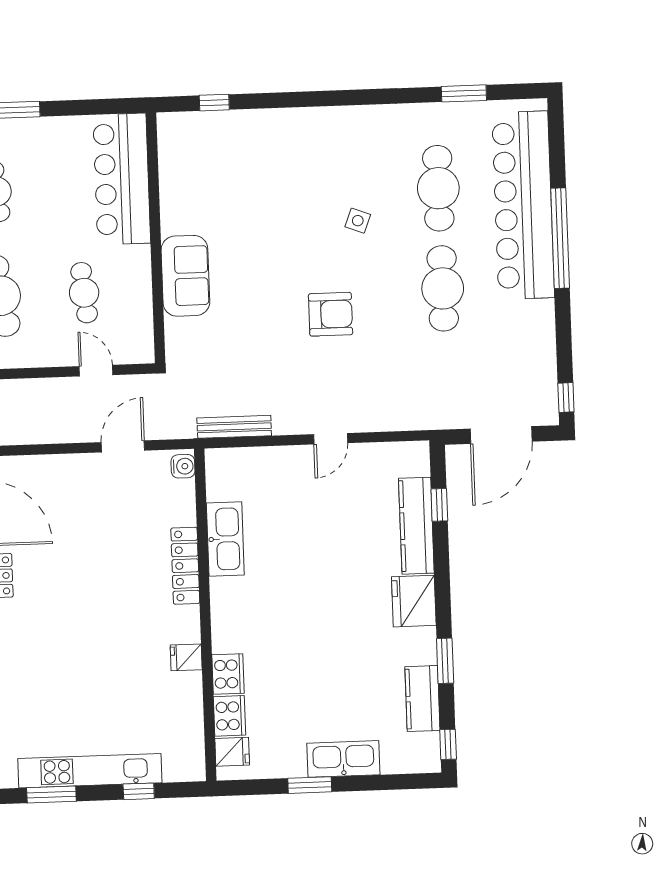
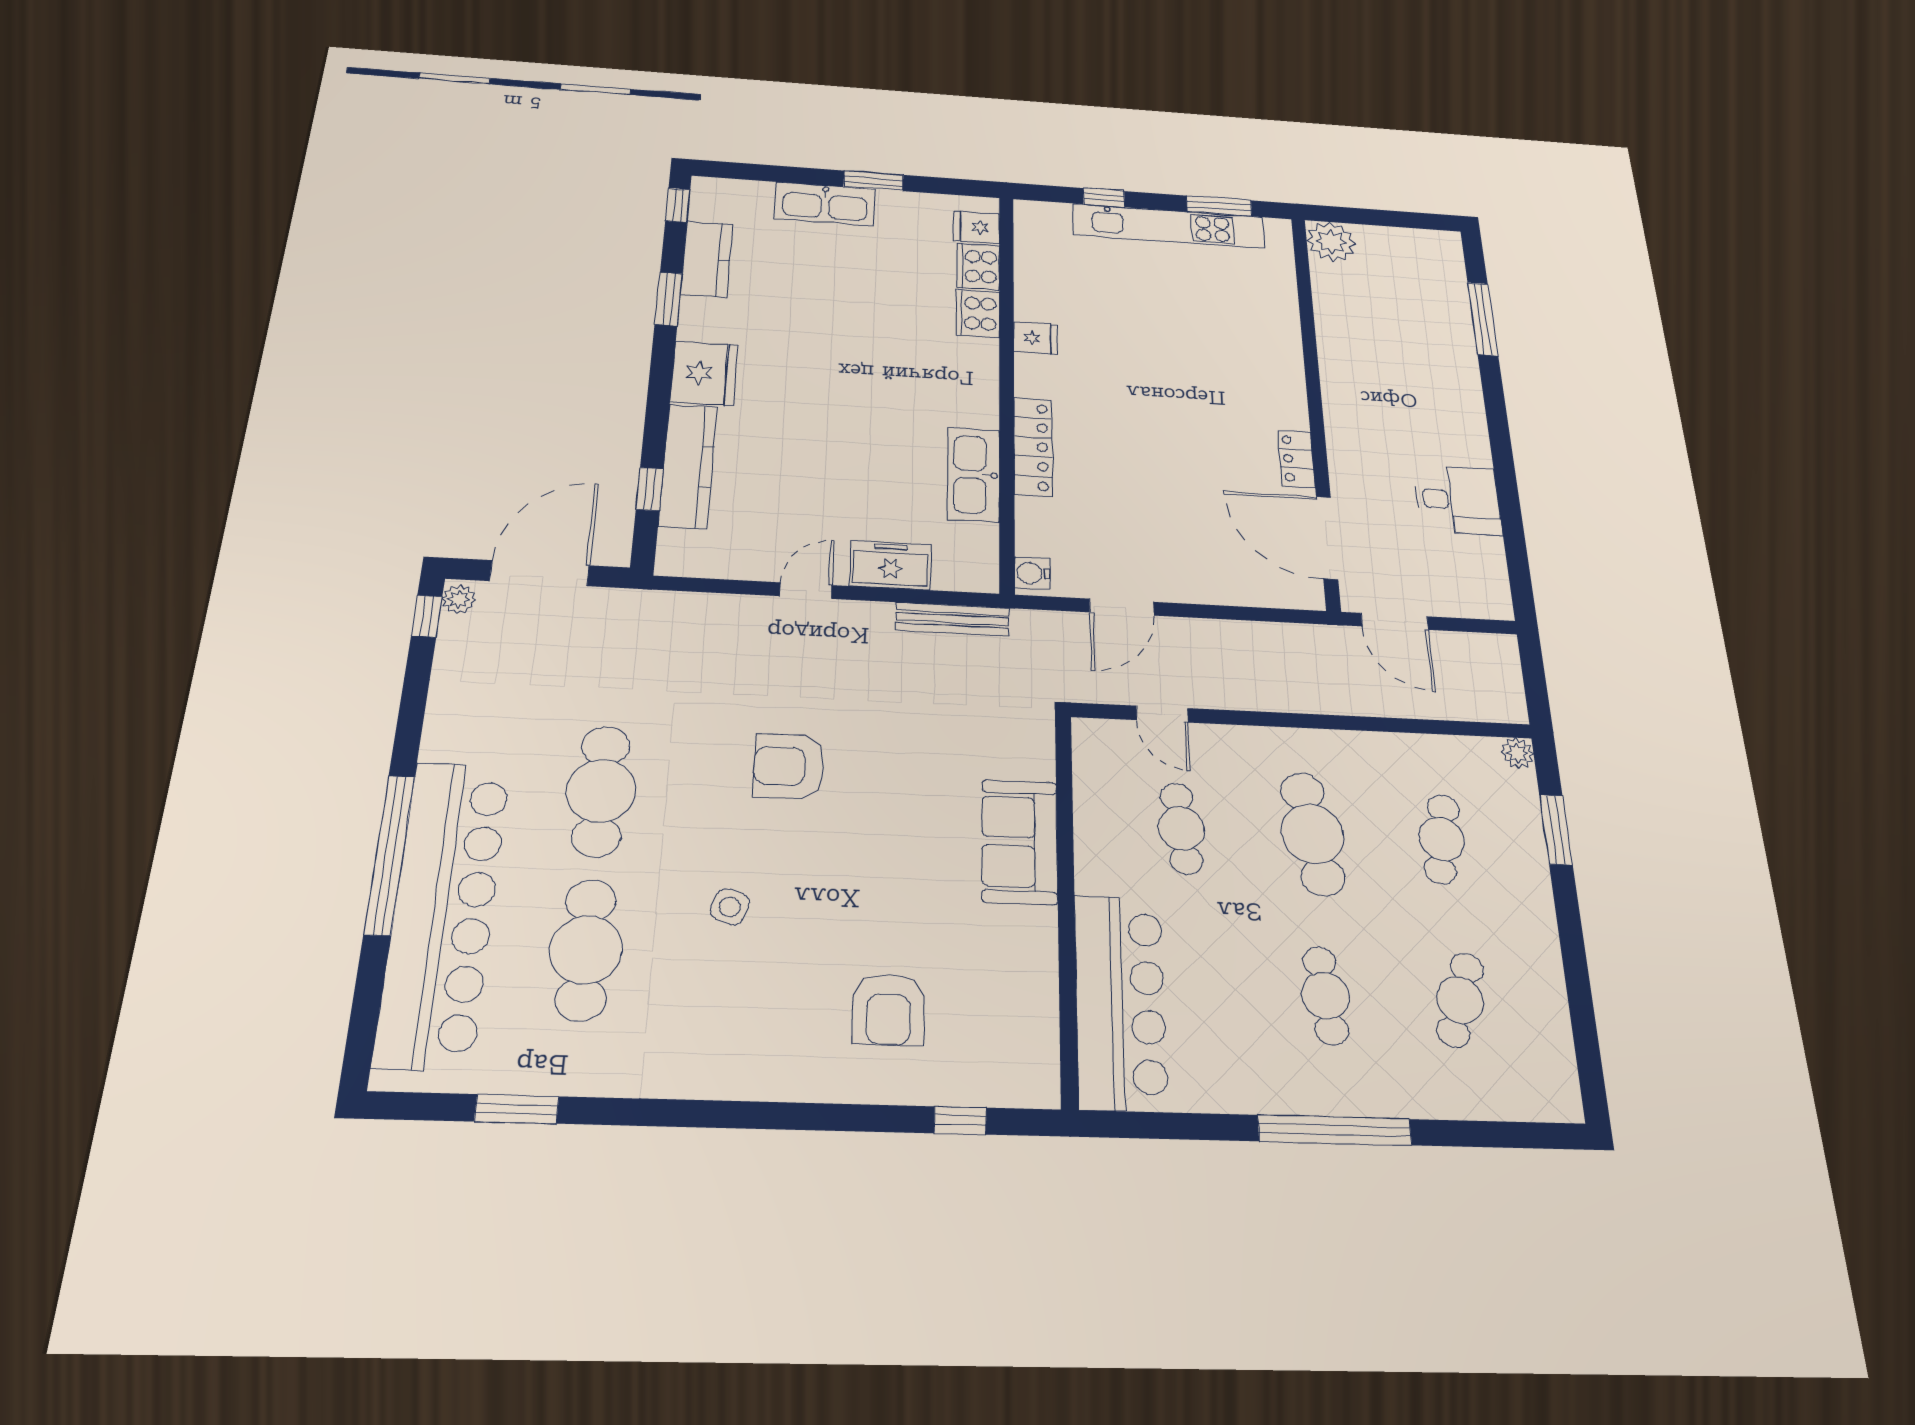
armchair: (259, 165) -> (889, 1010), added
plant: (548, 411) -> (459, 599), added
freezer: (277, 463) -> (890, 565), added

